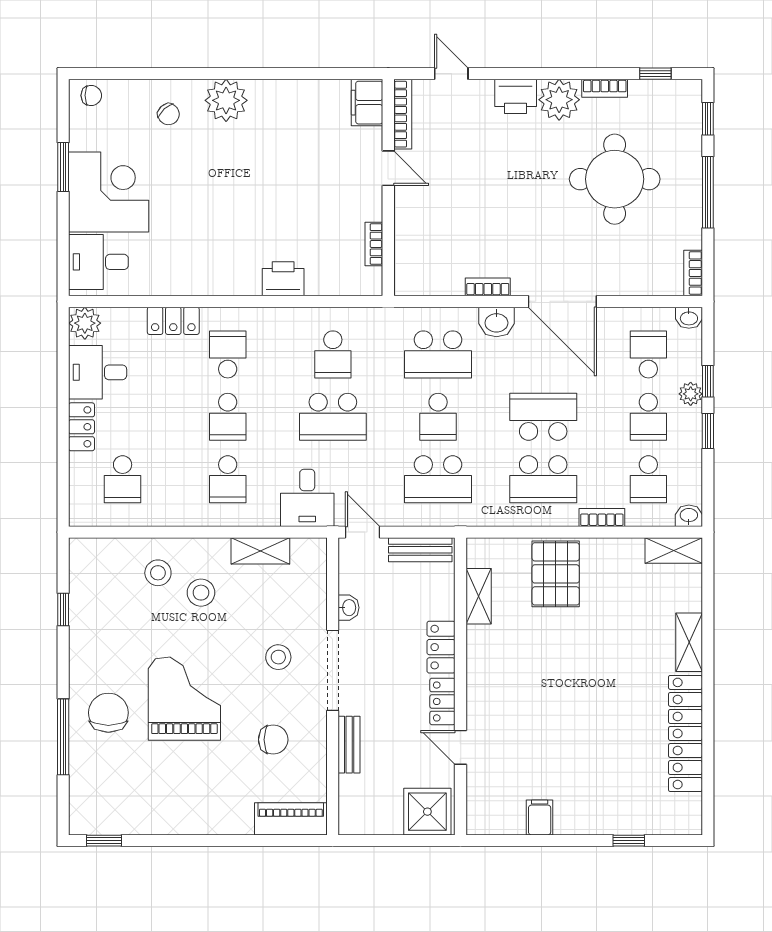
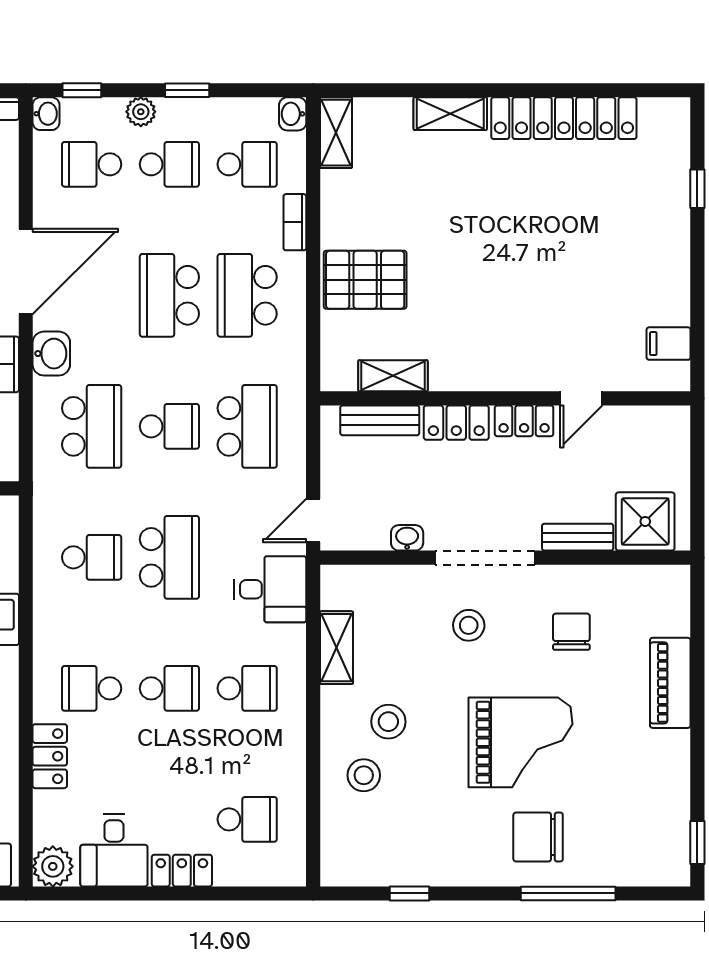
window: (708, 381) -> (82, 90), moved
school desk: (543, 479) -> (247, 295), turned 180
bench: (420, 550) -> (380, 420), moved, turned 90
grand piano: (184, 699) -> (521, 742), turned 180
shower: (427, 812) -> (645, 521), moved
filing cabinet: (540, 818) -> (669, 344), moved
piano: (291, 819) -> (670, 683), moved

